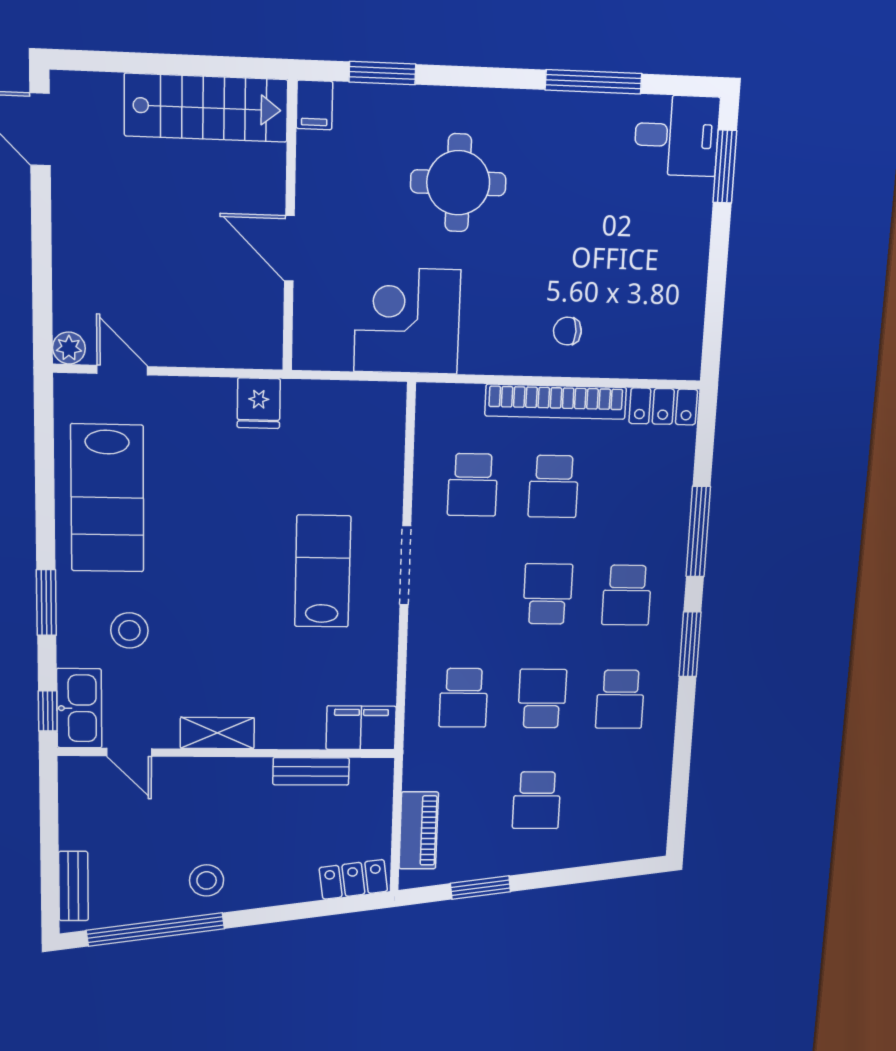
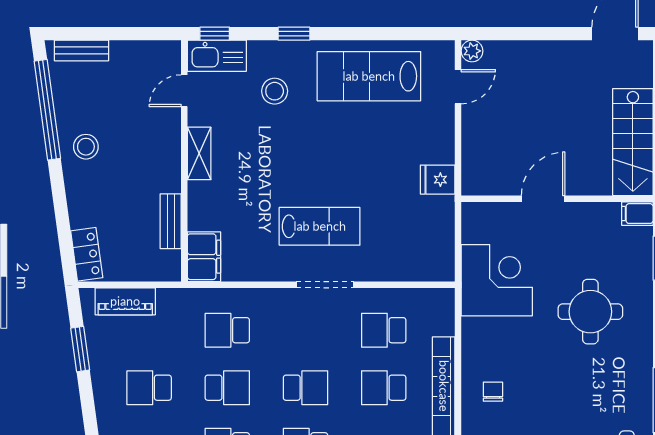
window: (46, 603) -> (294, 34), width x0.67

